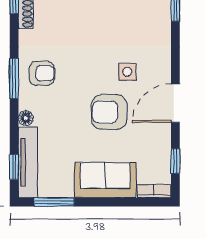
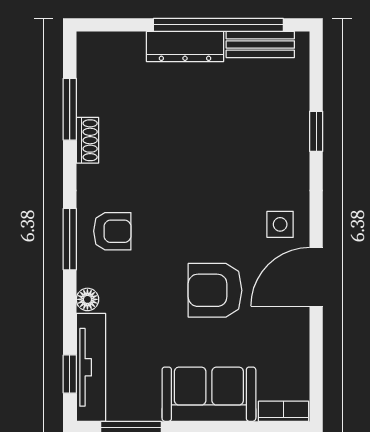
side table: (127, 72) -> (280, 224), moved
window: (175, 161) -> (316, 365), removed

